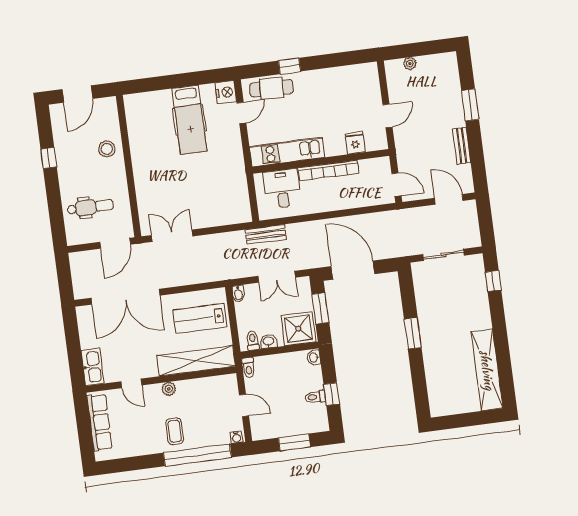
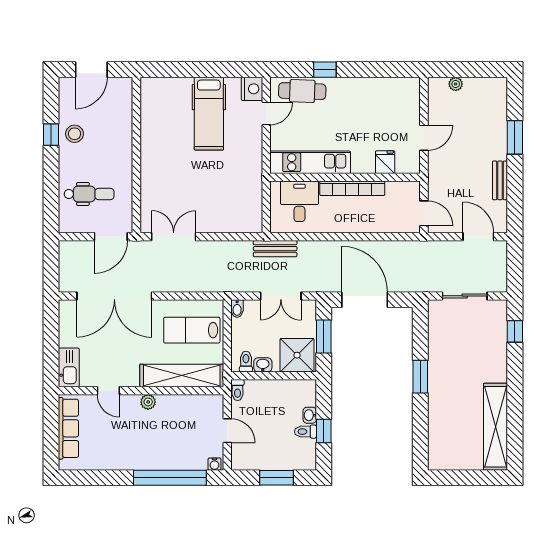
stool: (107, 149) -> (75, 134), moved
washbasin: (314, 358) -> (310, 415), moved
coffee table: (175, 431) -> (148, 449), removed

